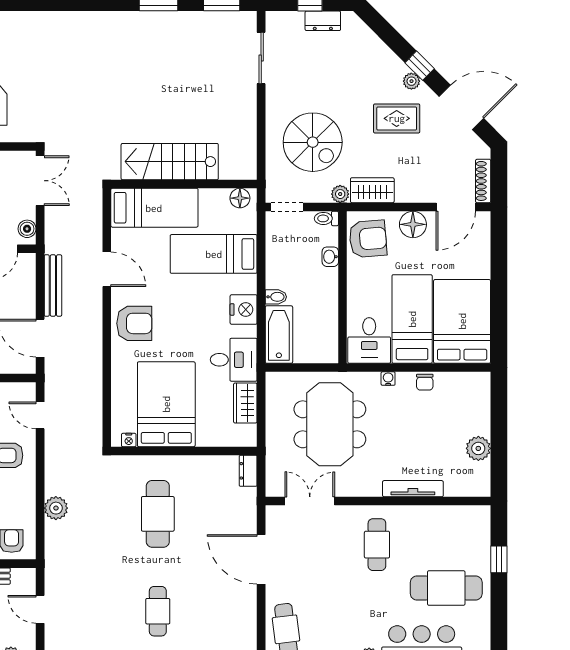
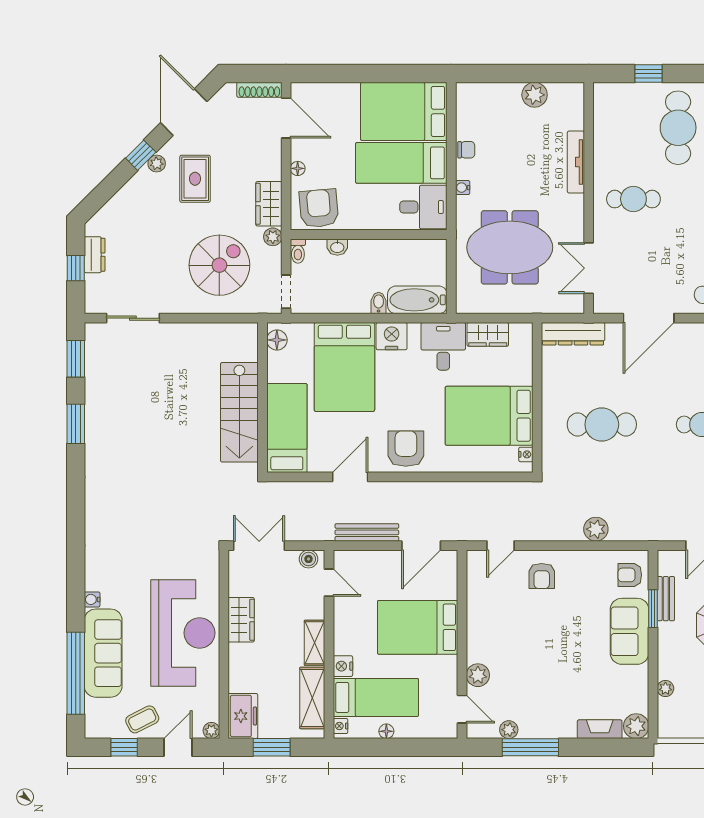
floor lamp: (413, 224) -> (298, 168), width x0.53, depth x0.53
bed: (214, 254) -> (344, 367), width x1.50
dresser: (248, 471) -> (573, 334), width x1.96, depth x1.24

